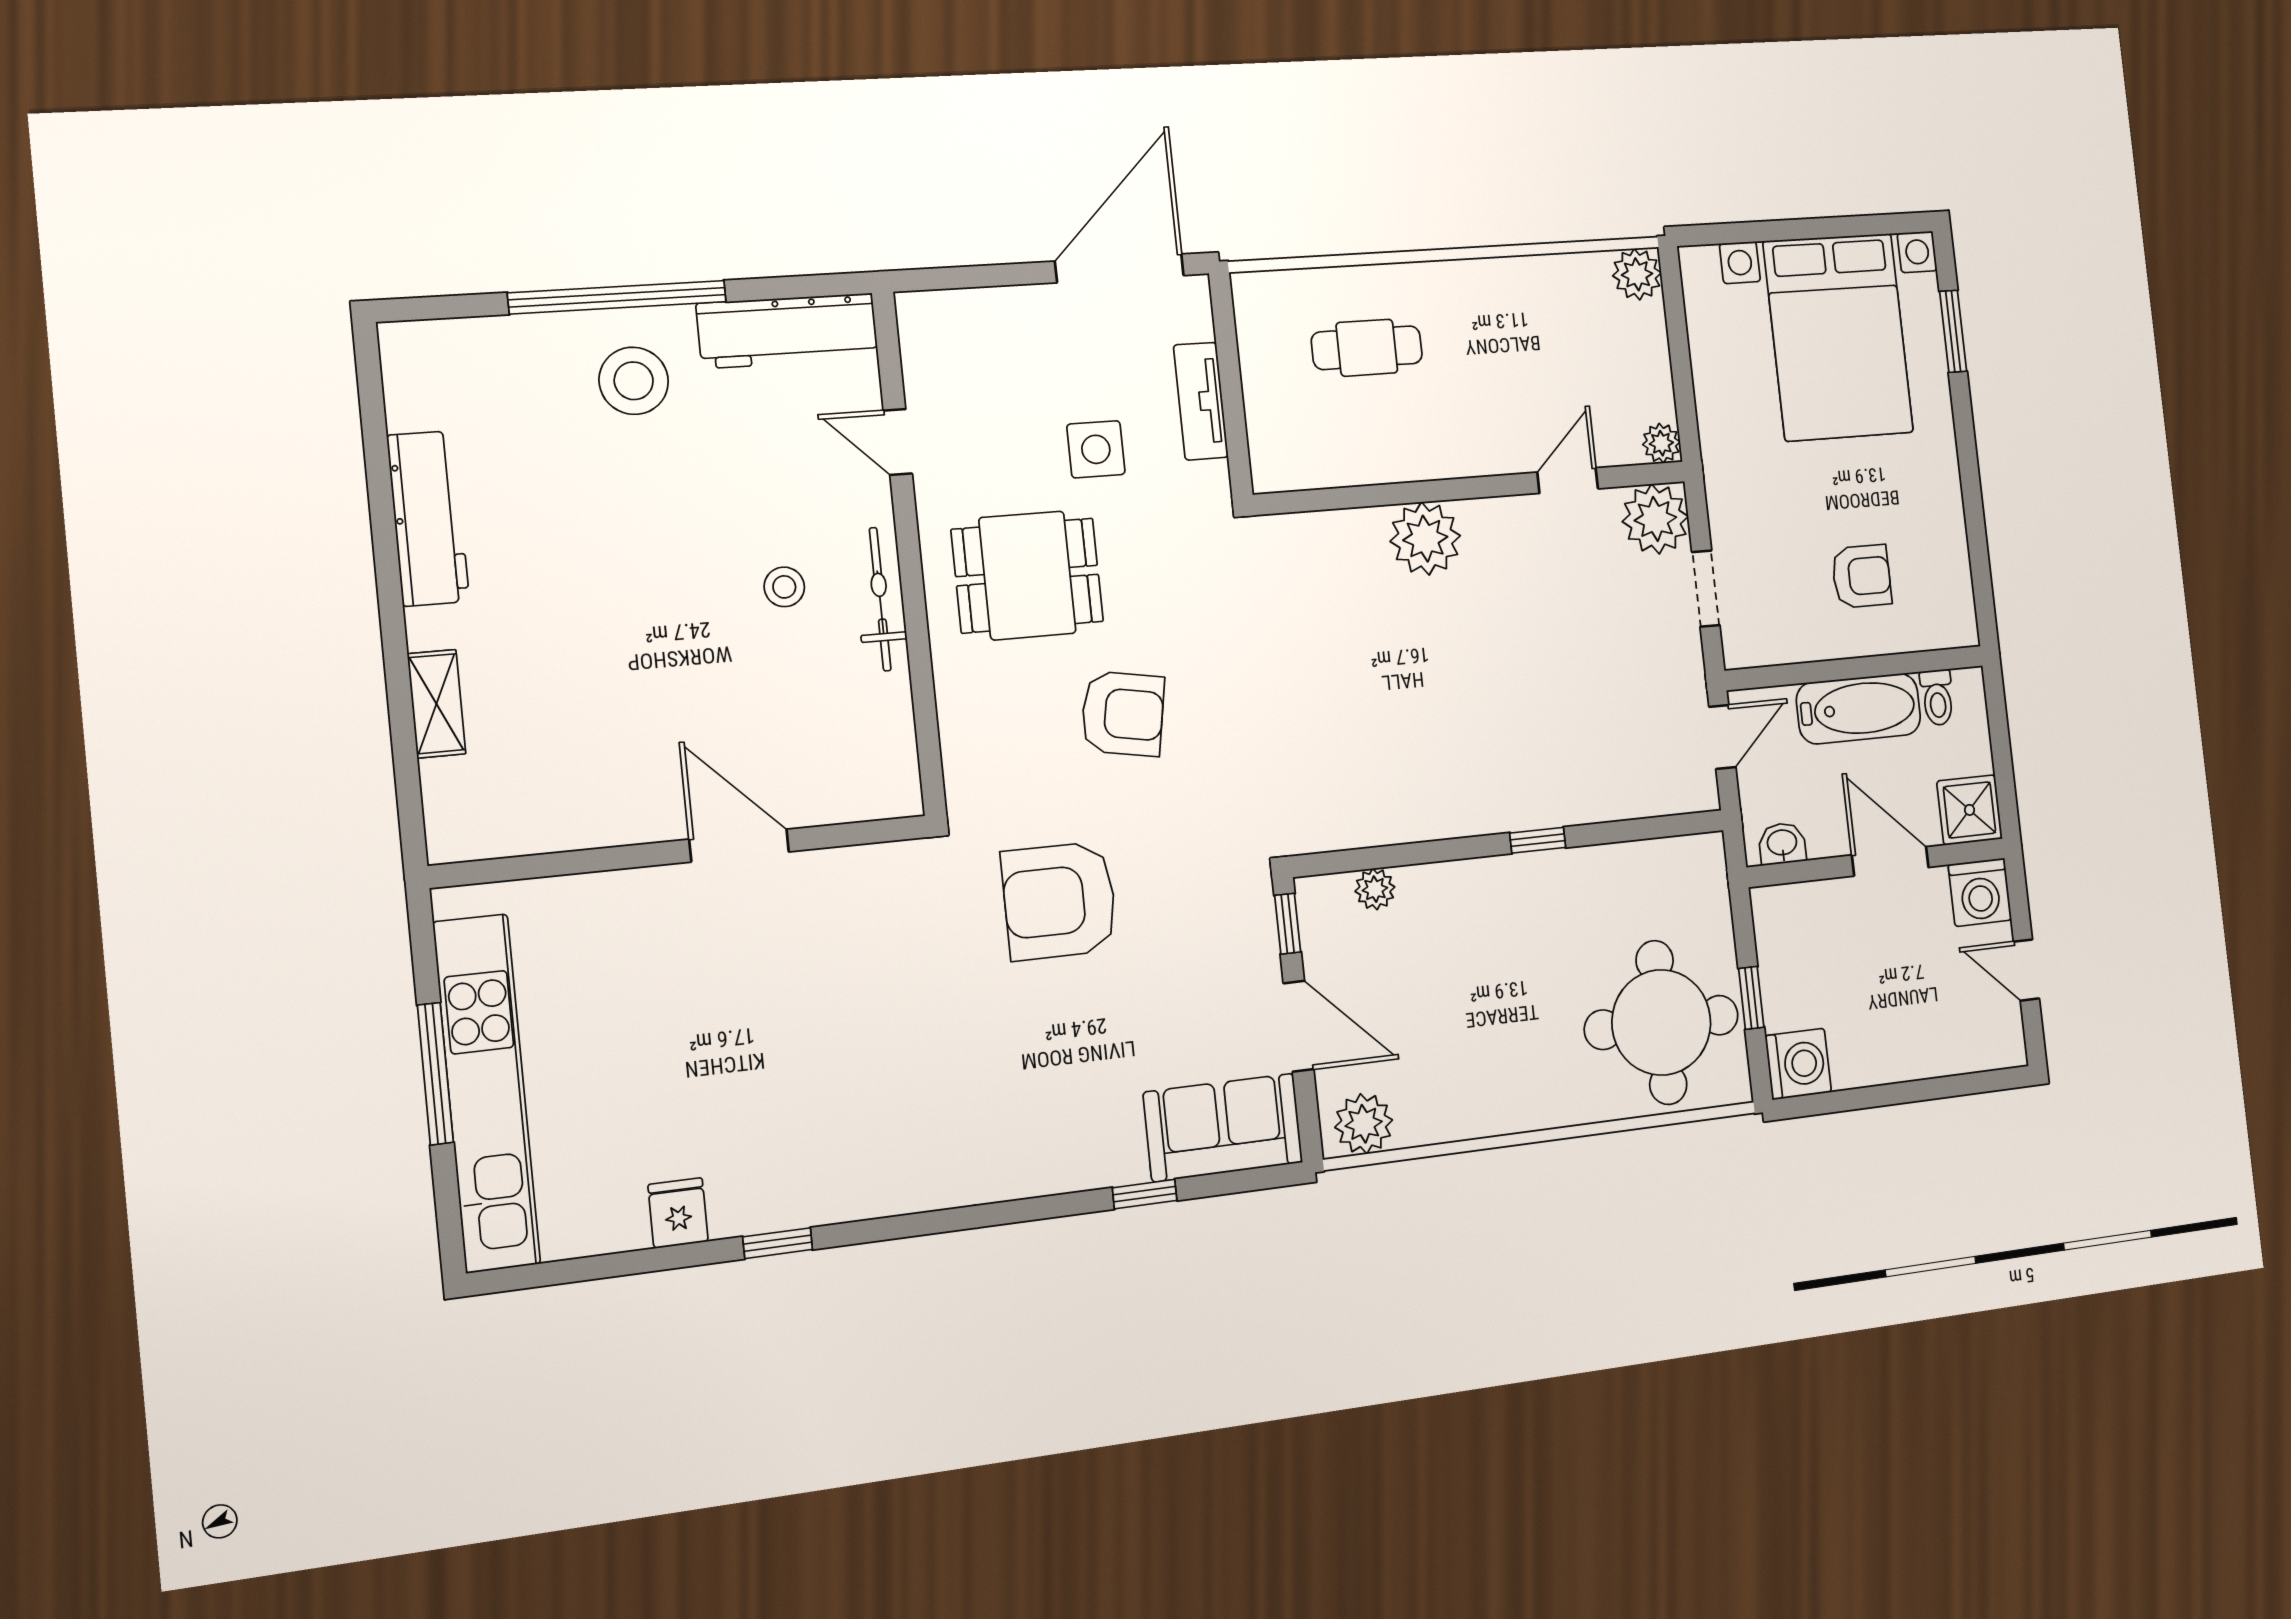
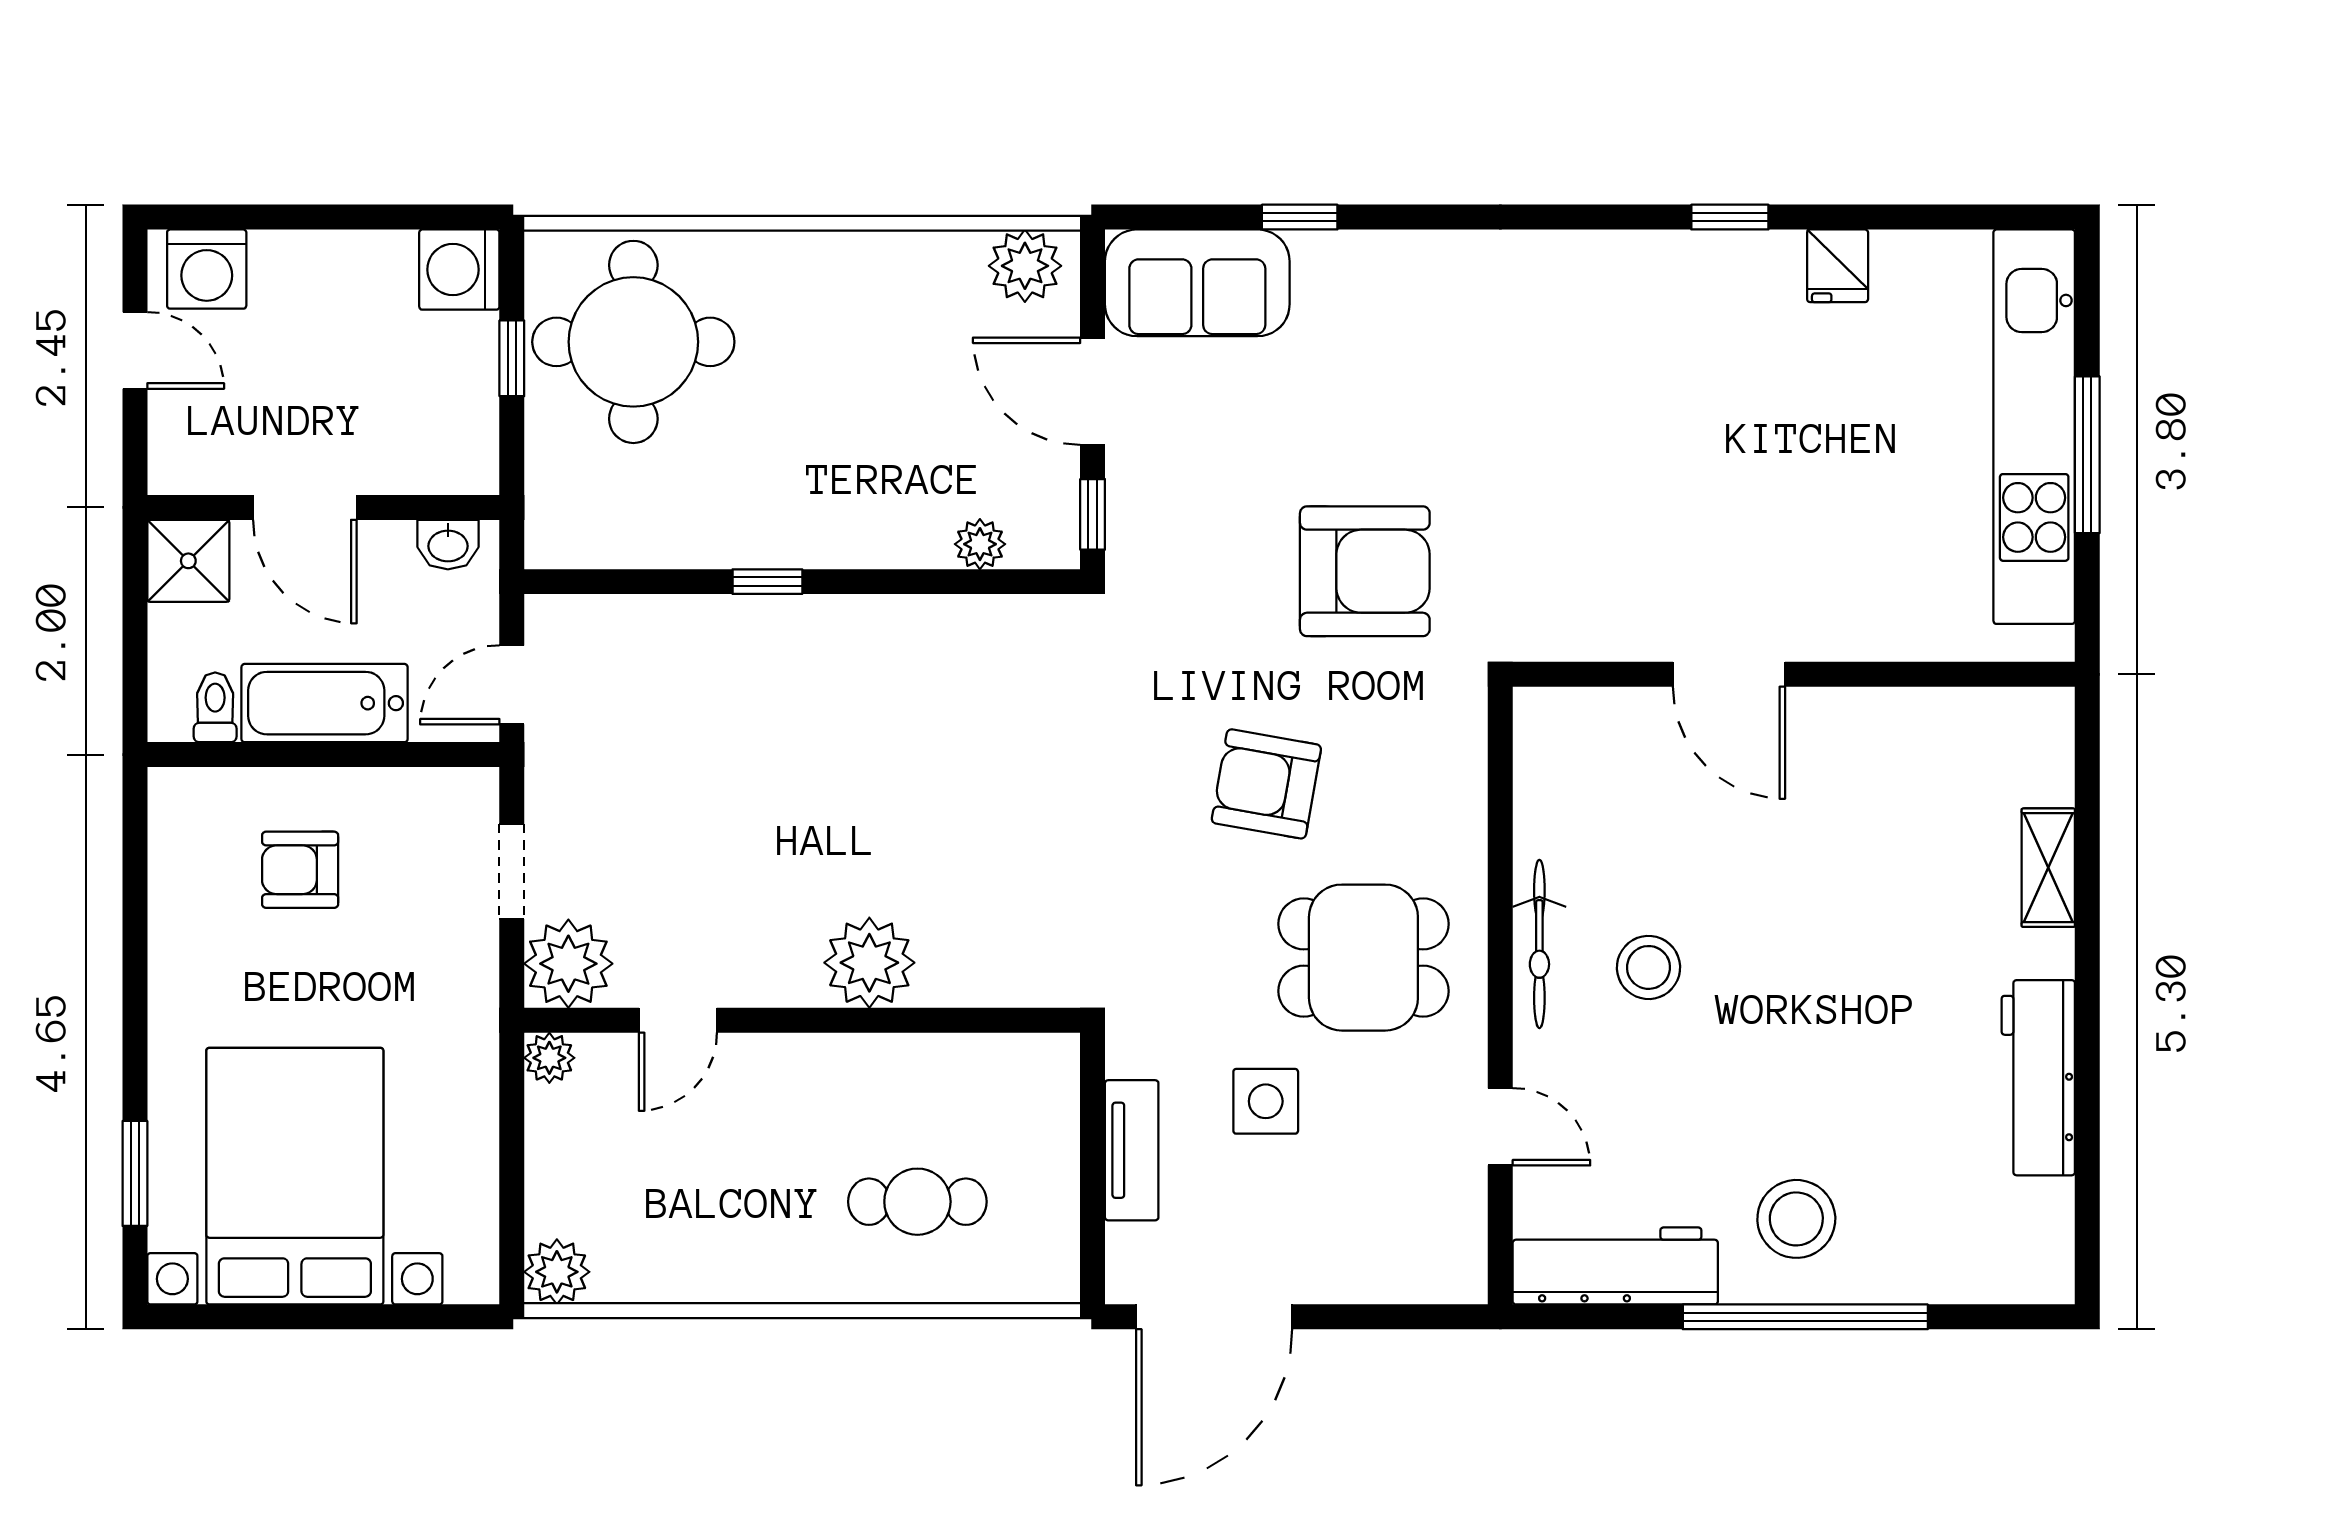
stool: (784, 587) -> (1649, 967), width x1.37, depth x1.37
washing machine: (1980, 892) -> (207, 269), moved, turned 180

